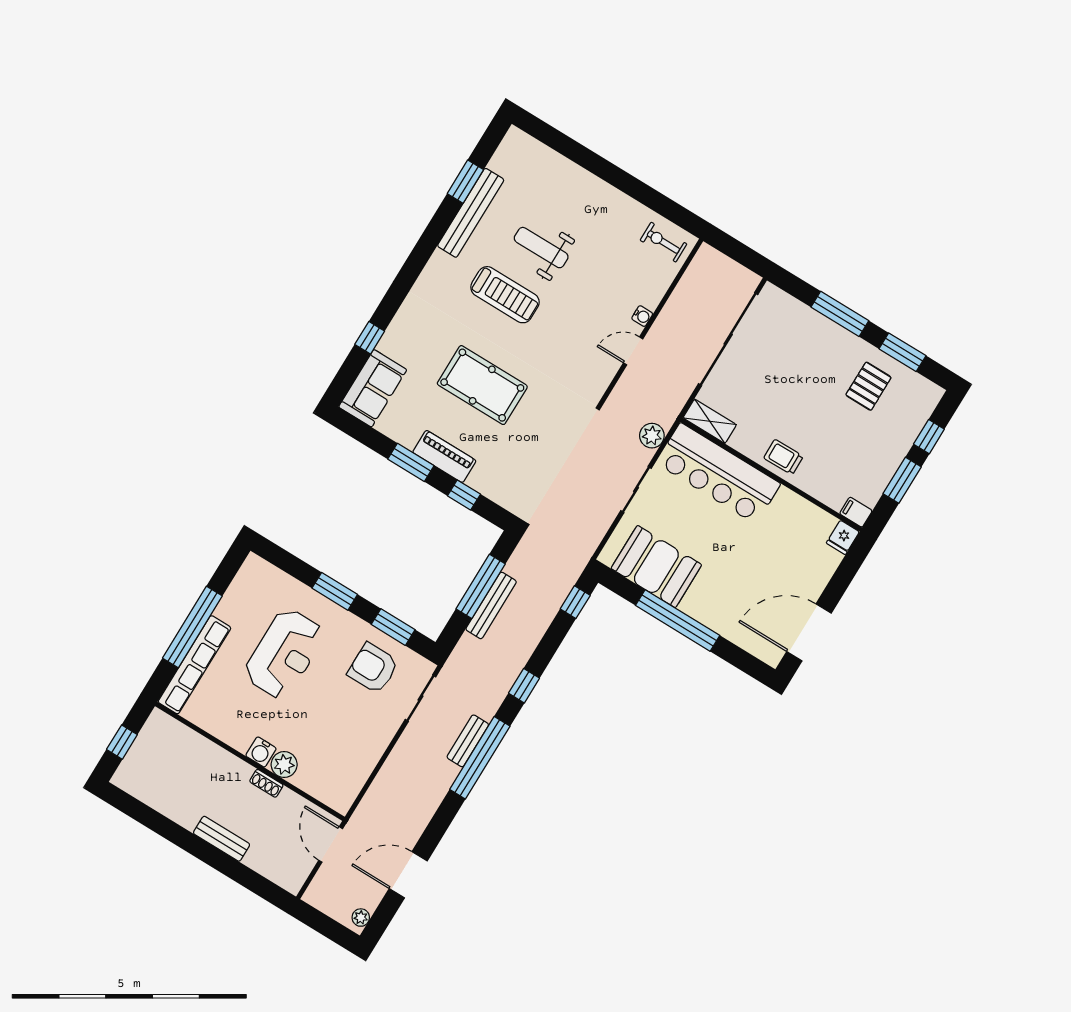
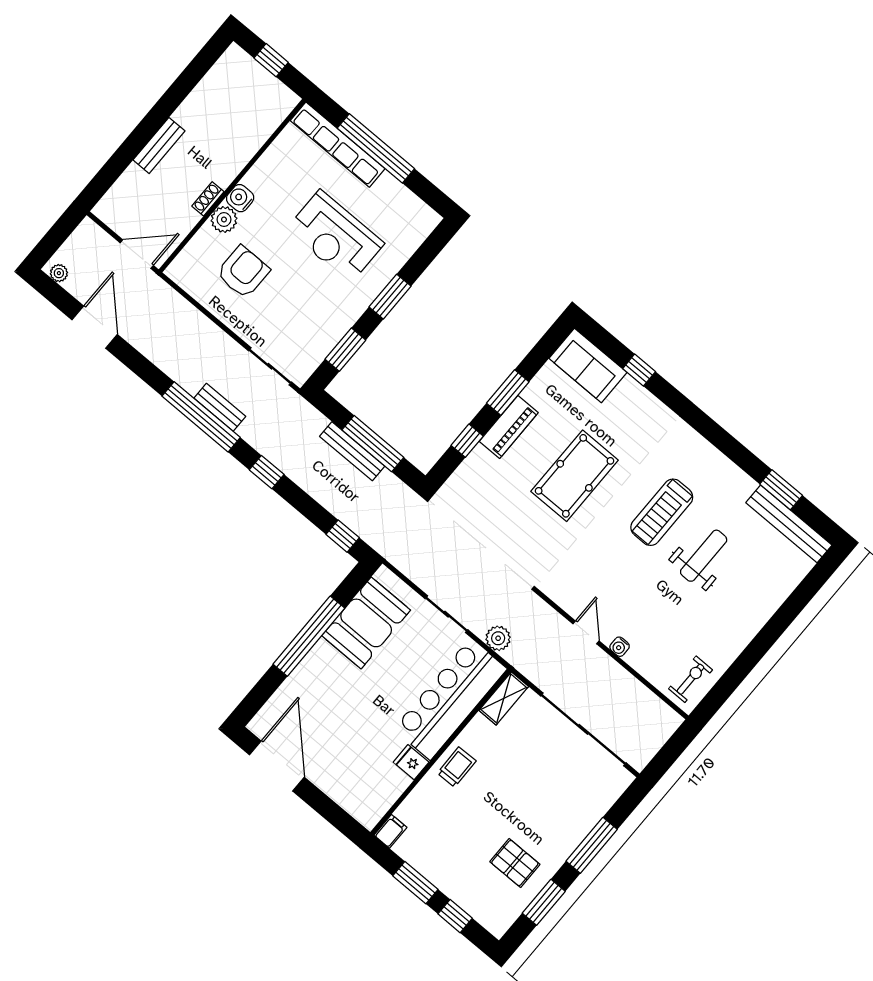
bench: (471, 213) -> (789, 524), moved
fridge: (843, 537) -> (411, 762), moved
armchair: (373, 668) -> (243, 272), moved

